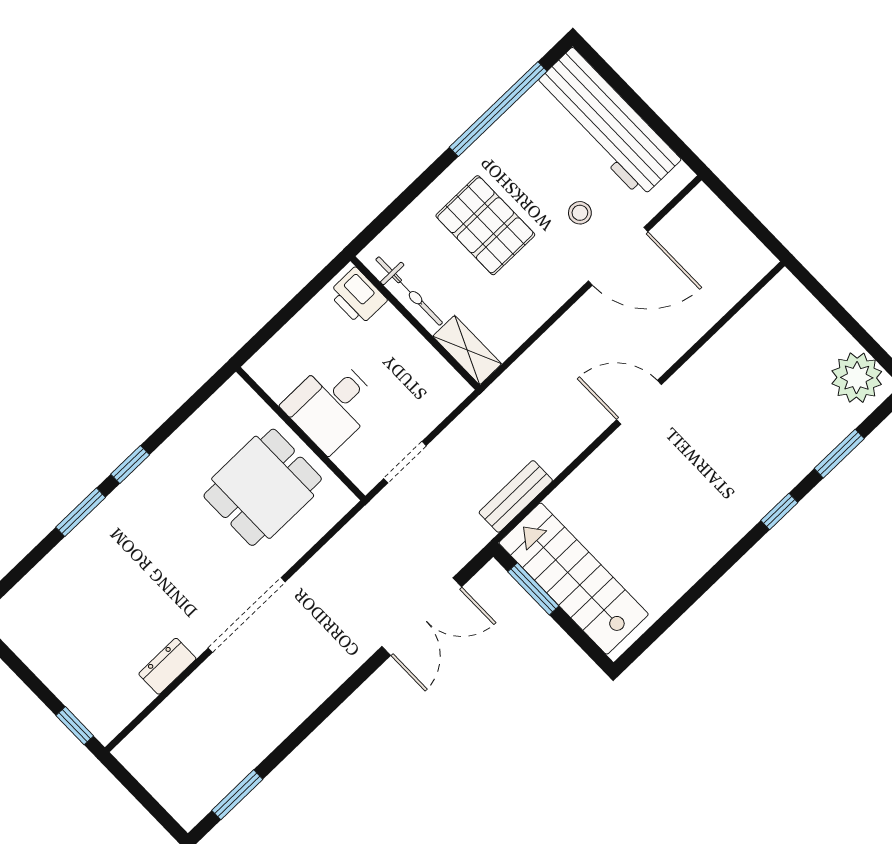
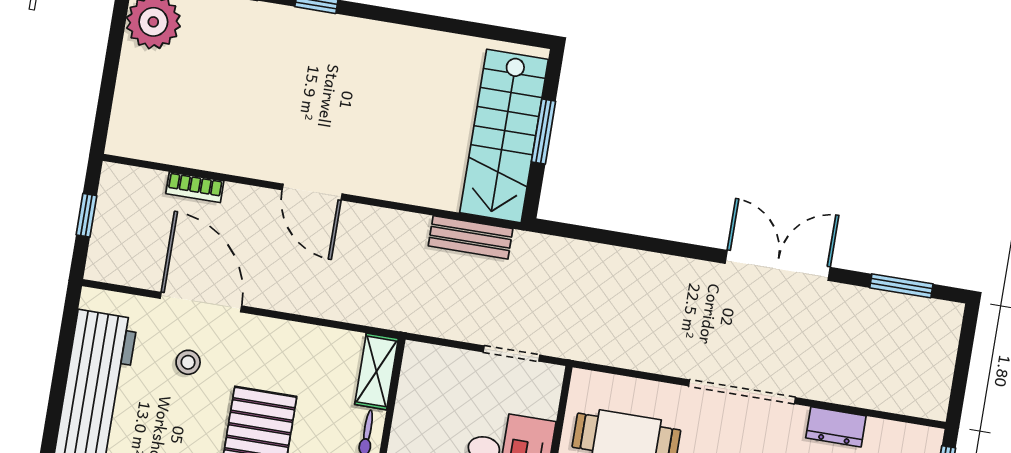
window: (748, 219) -> (86, 215), added
bookcase: (708, 316) -> (195, 187), added
window: (533, 589) -> (544, 131), moved
double door: (422, 617) -> (778, 265), moved

